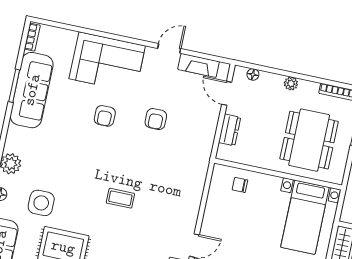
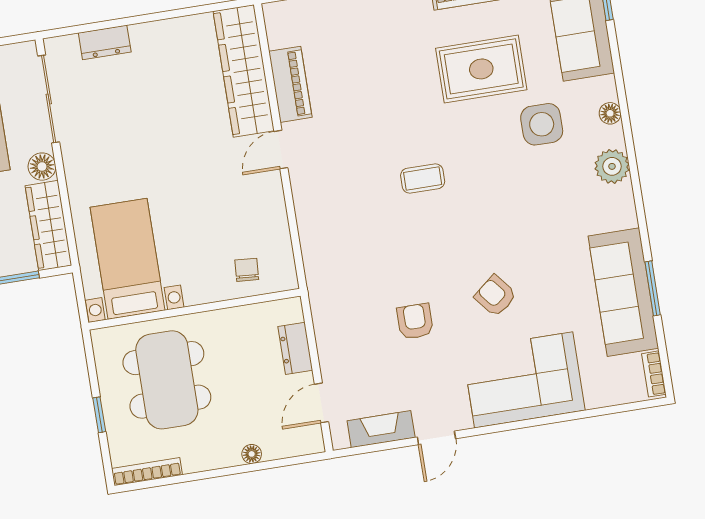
floor lamp: (253, 74) -> (252, 454), moved
plant: (291, 84) -> (228, 456), removed
door: (227, 93) -> (321, 403), swing flipped
armchair: (105, 116) -> (495, 296), turned -39
chair: (240, 185) -> (247, 270), turned -86

